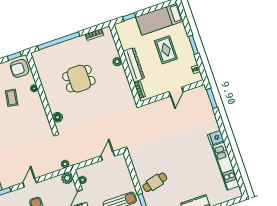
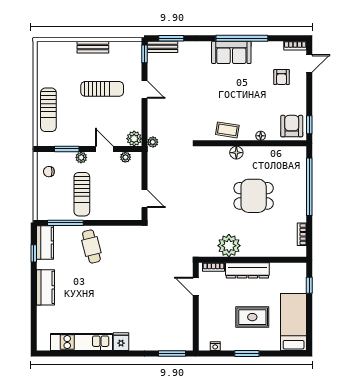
plant: (117, 62) -> (229, 246), moved, width x1.87, depth x1.87
dining table: (79, 79) -> (254, 196), turned 90
door: (176, 92) -> (196, 286), moved
coffee table: (12, 98) -> (227, 130), moved
floor lamp: (58, 117) -> (236, 153), moved

